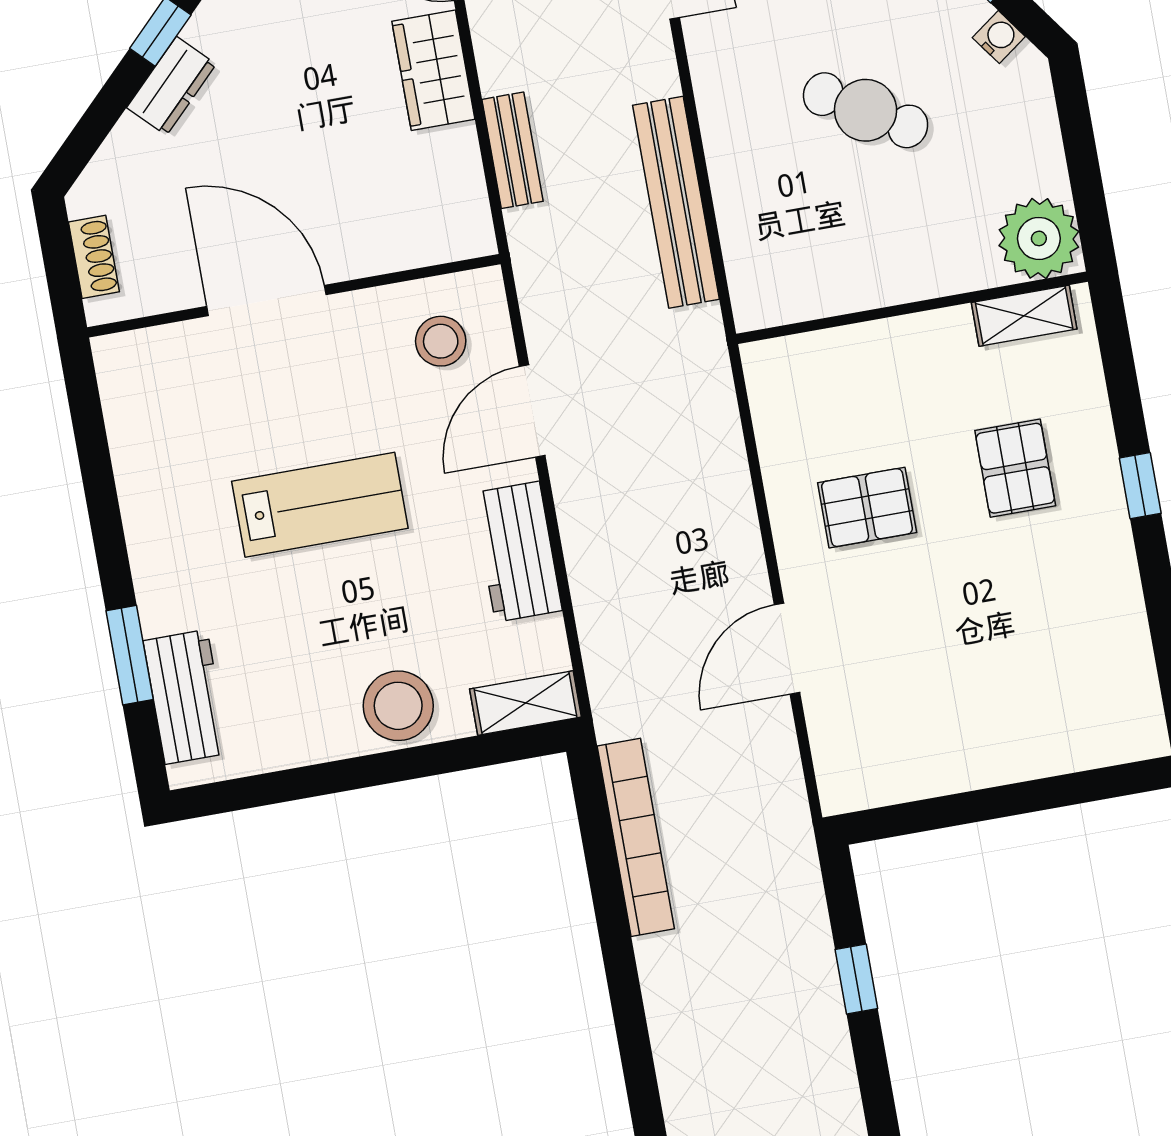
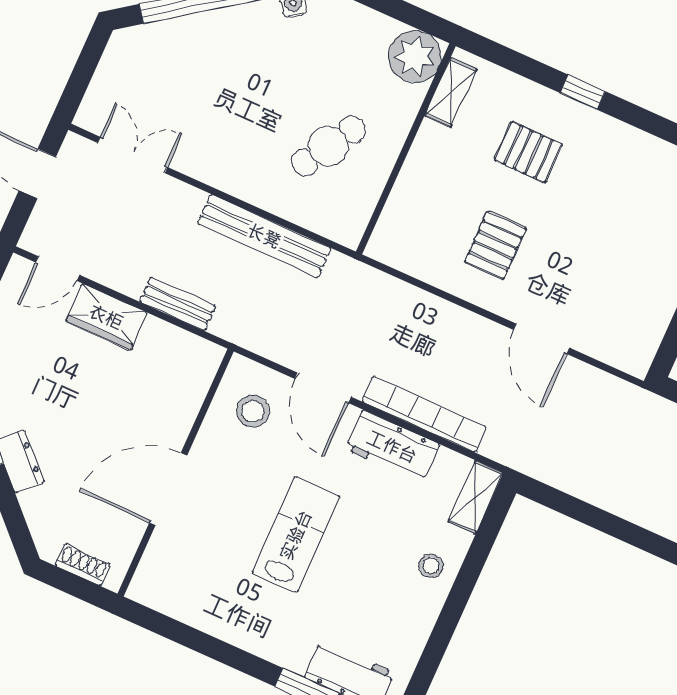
cafe table: (866, 110) -> (329, 146), moved
stool: (398, 706) -> (431, 566), width x0.53, depth x0.53
bookcase: (636, 837) -> (424, 414), moved

